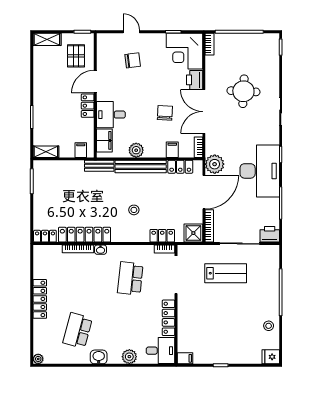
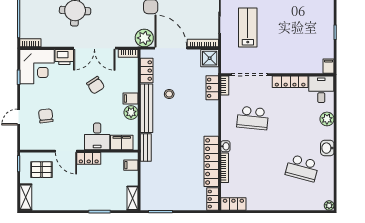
chair: (165, 113) -> (96, 85), turned -126
filing cabinet: (172, 150) -> (131, 98), moved
stool: (134, 210) -> (169, 94), moved
locker: (40, 299) -> (233, 204), moved, width x0.66

